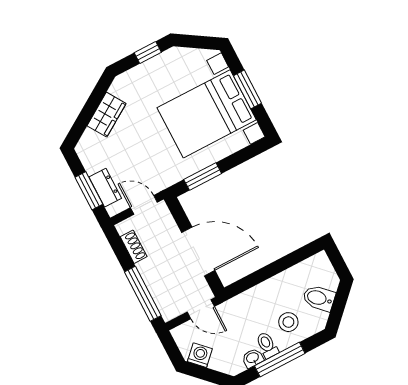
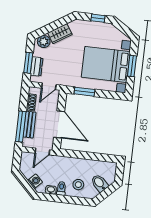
plant: (90, 143) -> (44, 41), added
door: (144, 205) -> (49, 86), swing flipped
bench: (154, 282) -> (30, 125), added
door: (201, 309) -> (42, 151), hinge flipped
washing machine: (200, 355) -> (35, 181), moved
window: (280, 360) -> (63, 199), removed

